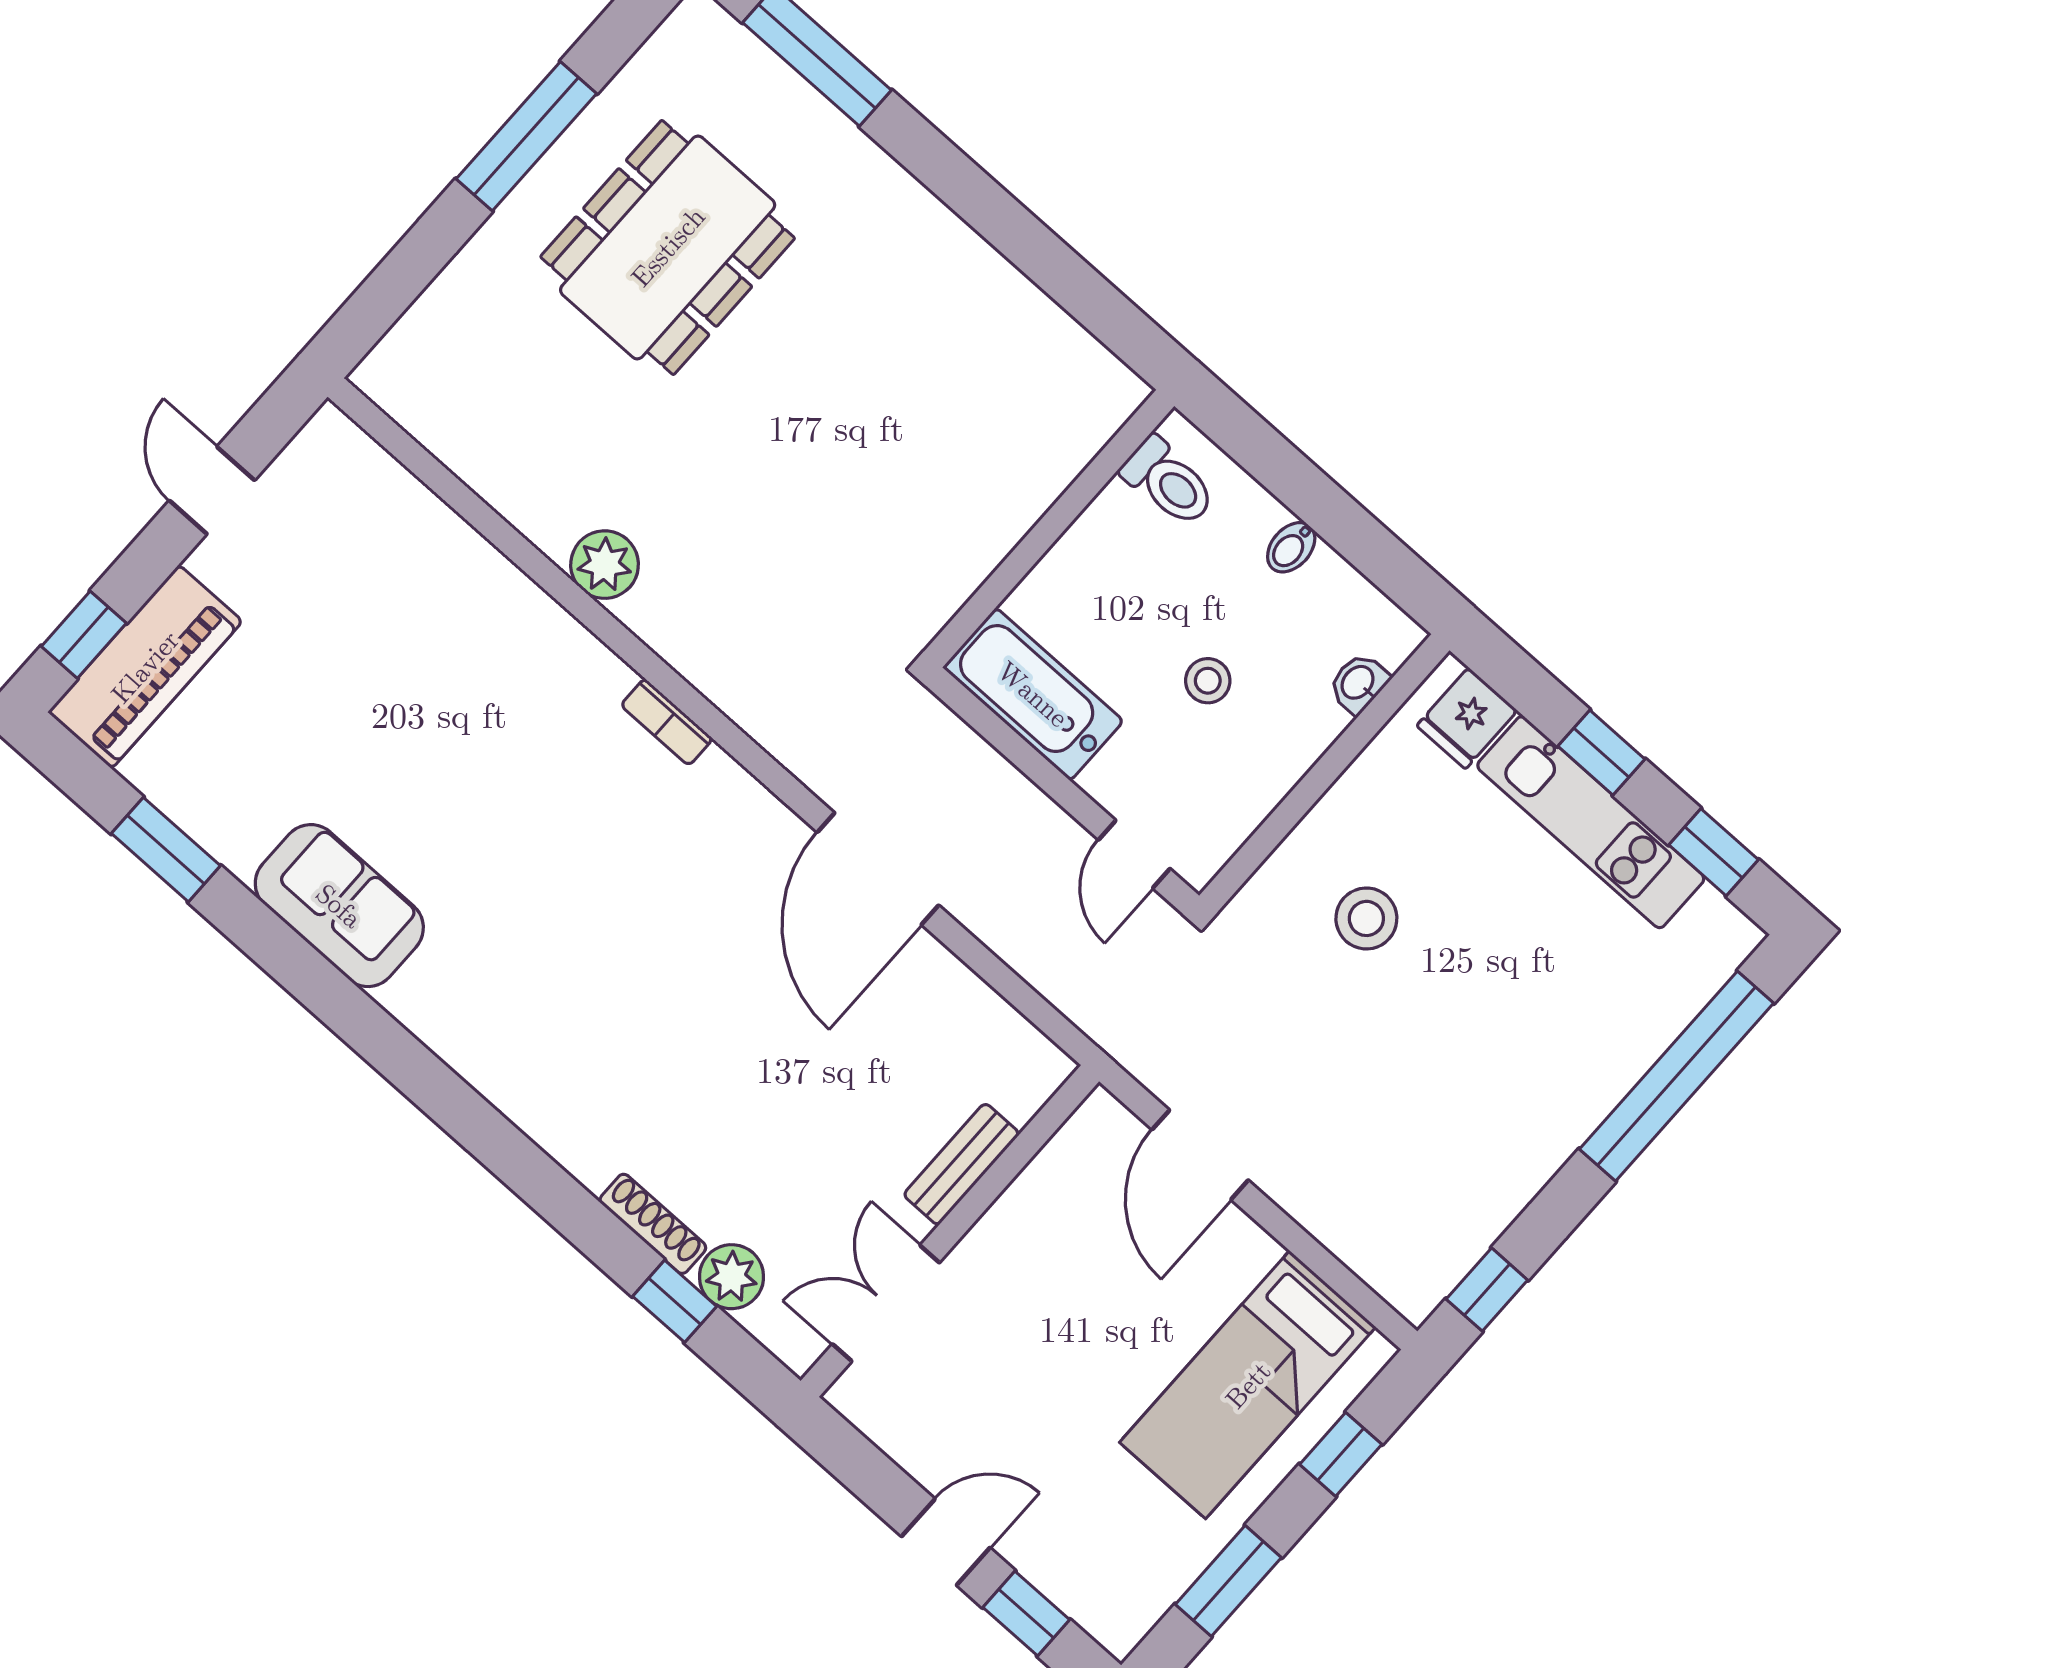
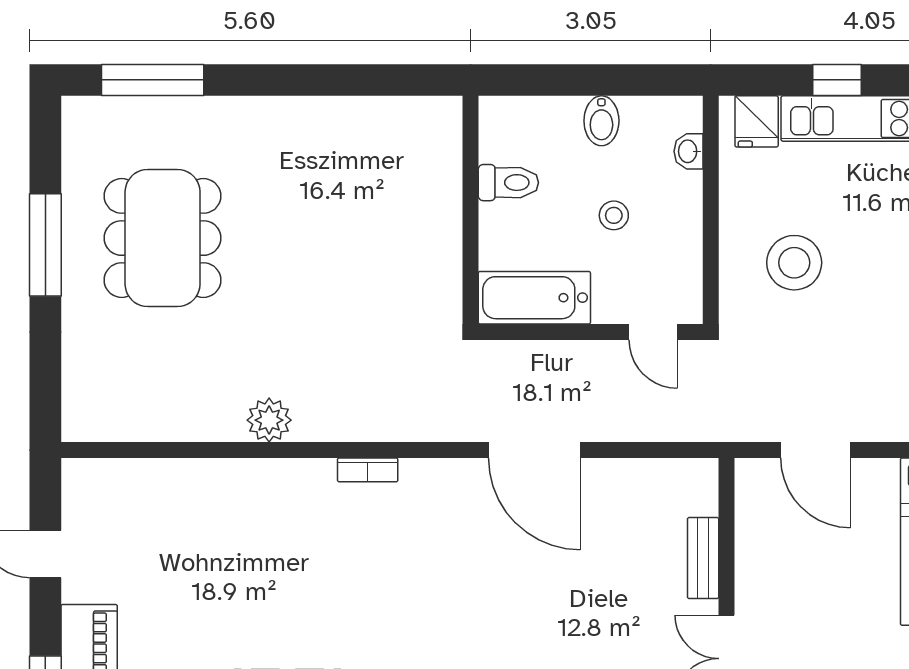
toilet: (1168, 482) -> (508, 183), moved
bidet: (1291, 547) -> (601, 121), width x1.38, depth x1.36
stool: (1366, 918) -> (794, 263), width x1.38, depth x1.38

